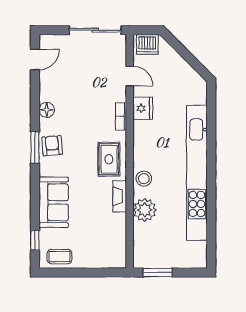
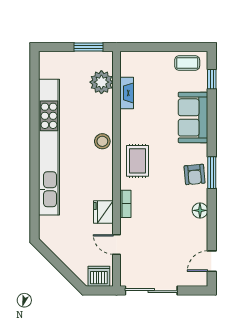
fireplace: (120, 196) -> (127, 93), moved
plant: (145, 210) -> (101, 82), moved

